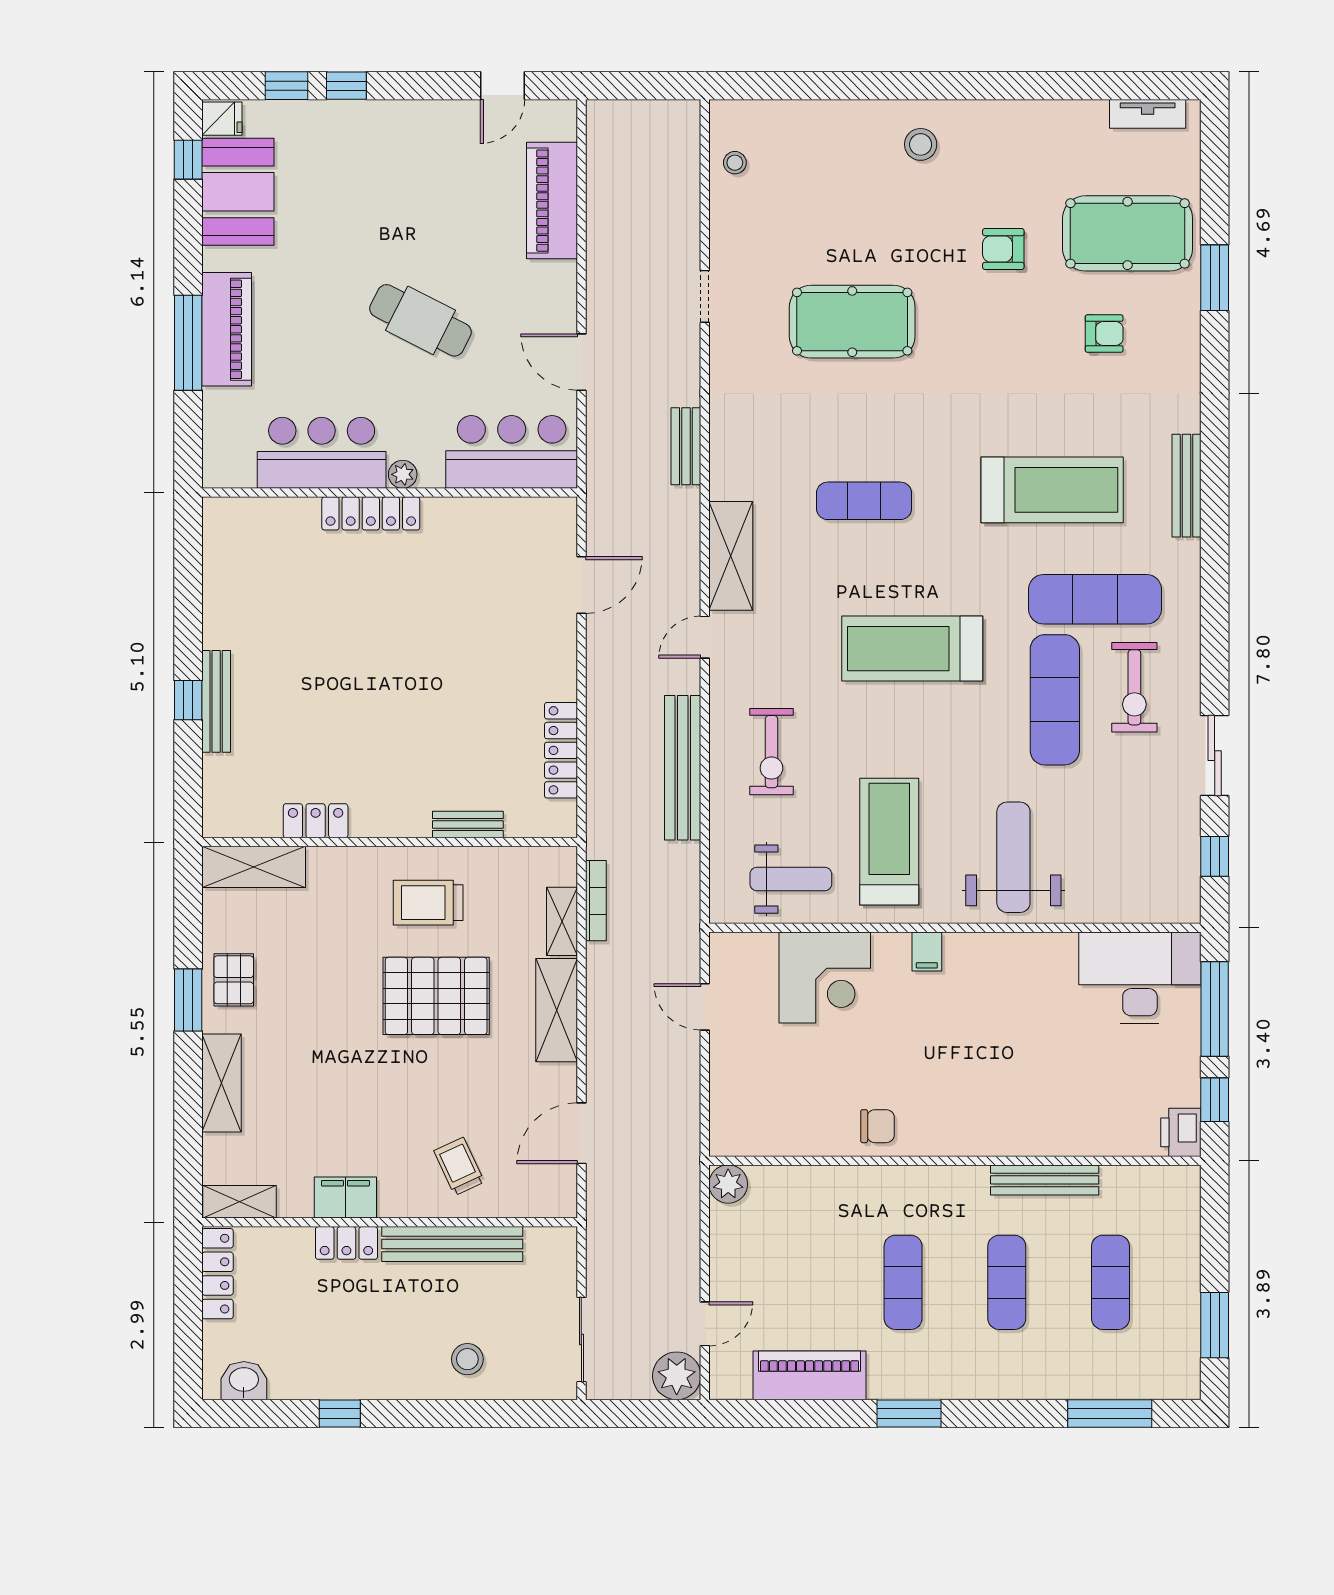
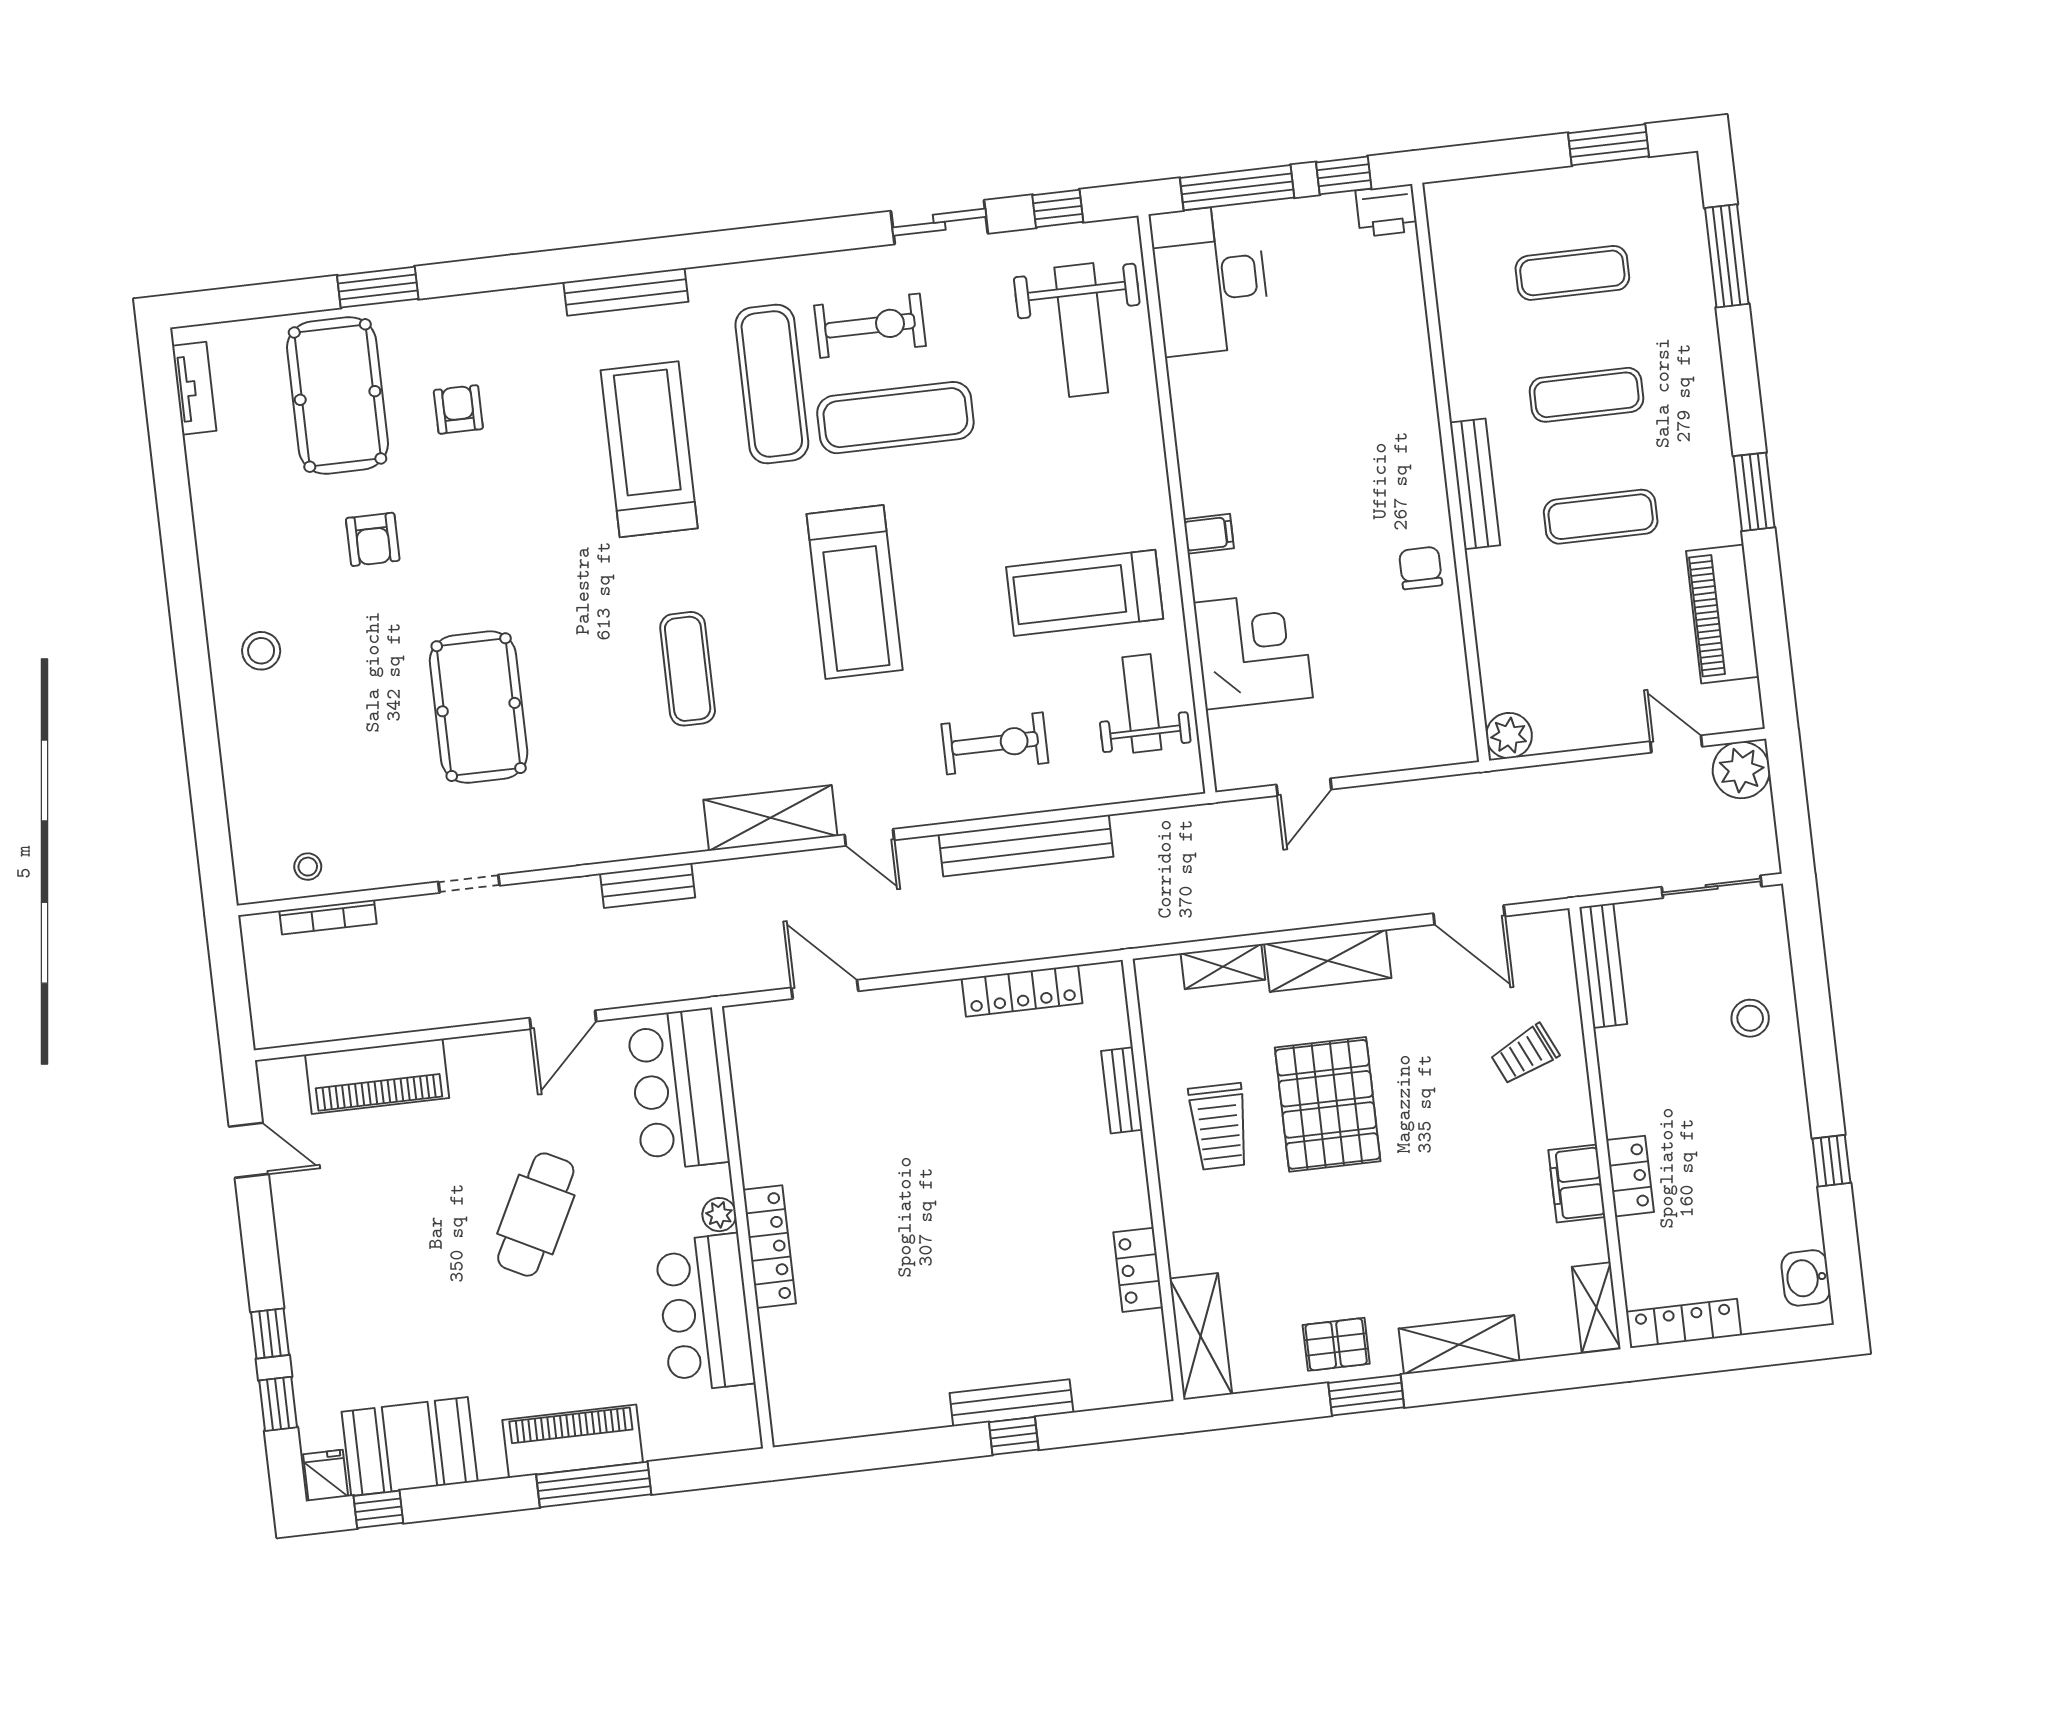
weight bench: (1013, 857) -> (1081, 330), moved, turned -90
bookcase: (596, 901) -> (328, 917), moved, turned 180
bench: (1045, 1180) -> (1475, 484), moved
bench: (452, 1244) -> (1603, 966), moved, width x0.73, depth x0.82

